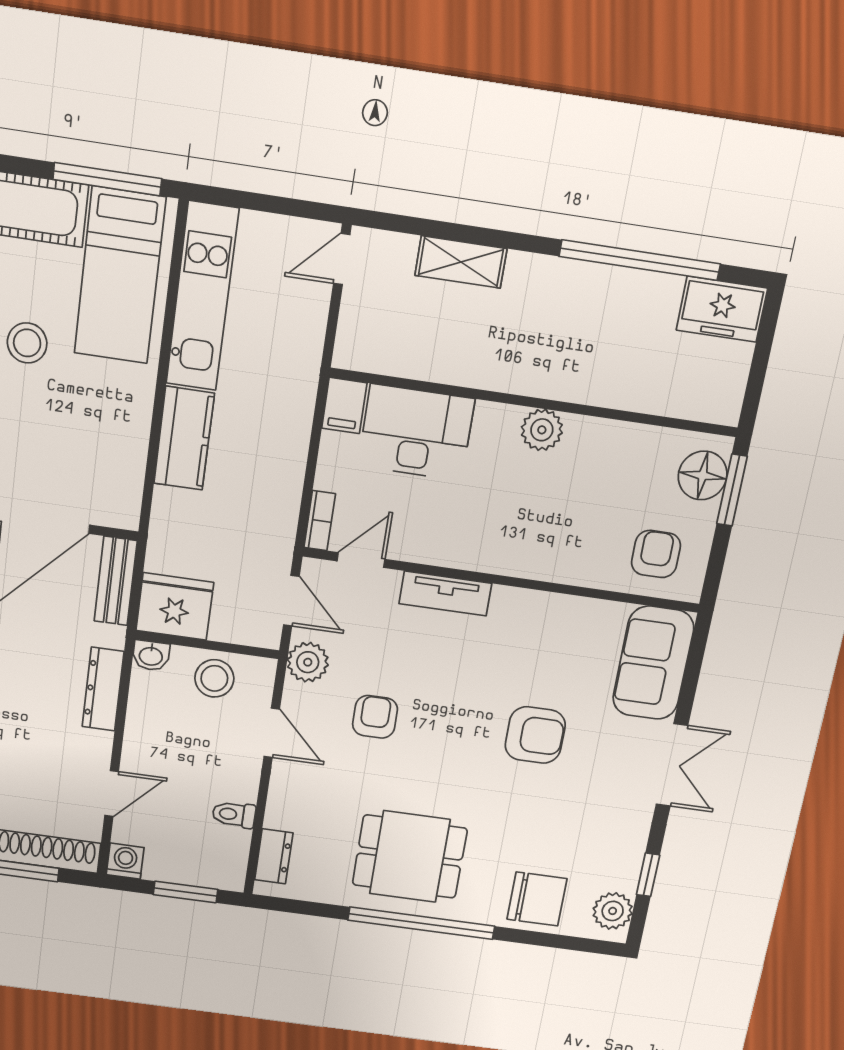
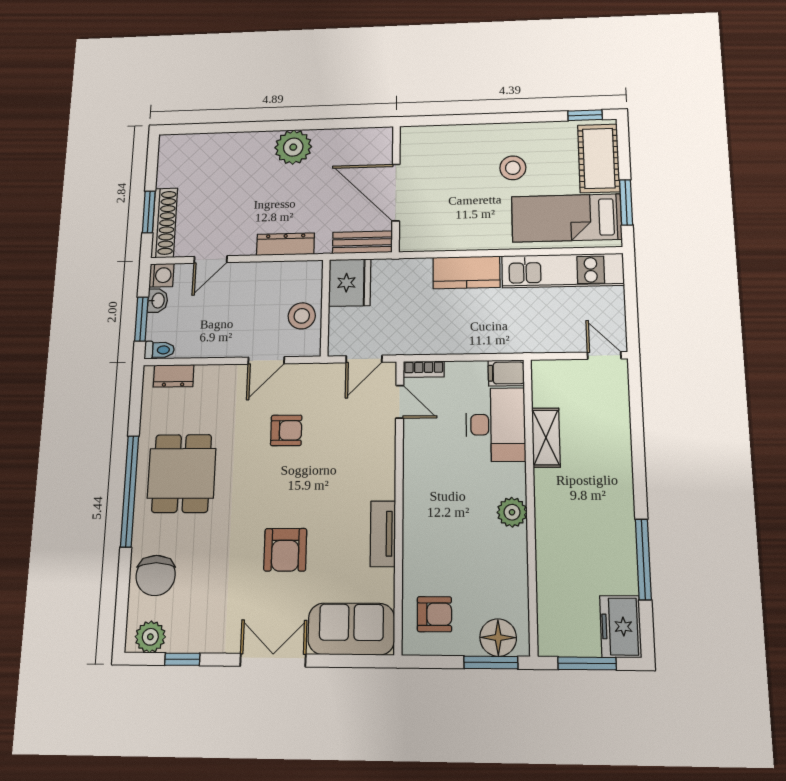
window: (107, 179) -> (626, 202), width x0.69
window: (640, 260) -> (643, 559), width x0.68
shelving: (461, 262) -> (546, 438), moved
window: (760, 363) -> (587, 663), added
tv unit: (445, 594) -> (383, 534), moved
washbasin: (151, 656) -> (158, 301), moved, turned 180
plant: (308, 662) -> (321, 377), removed
double door: (672, 765) -> (273, 660), swing flipped
door: (112, 794) -> (211, 260), hinge flipped
toilet: (234, 815) -> (159, 350), moved, turned 90

